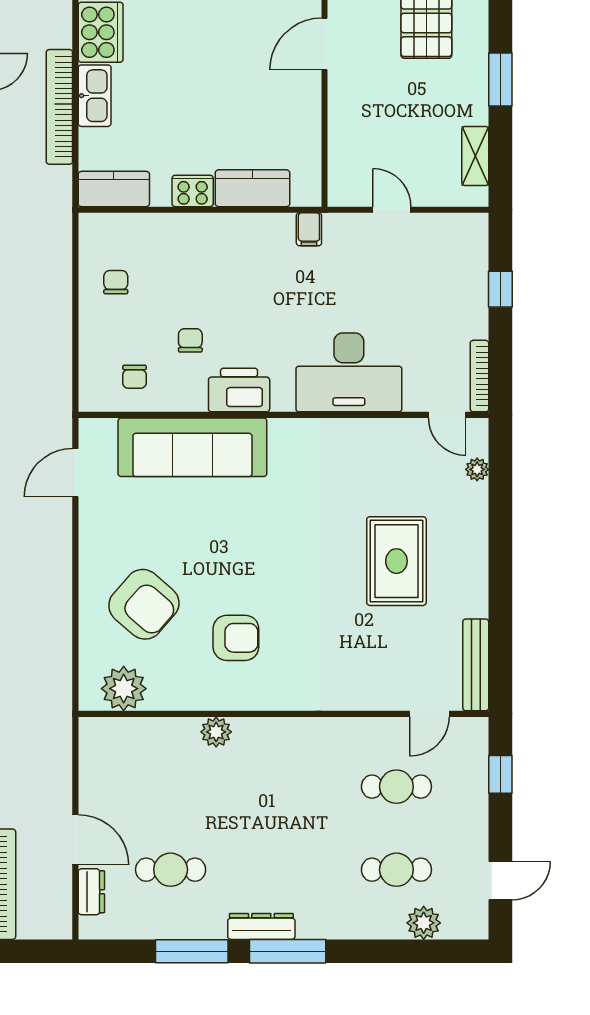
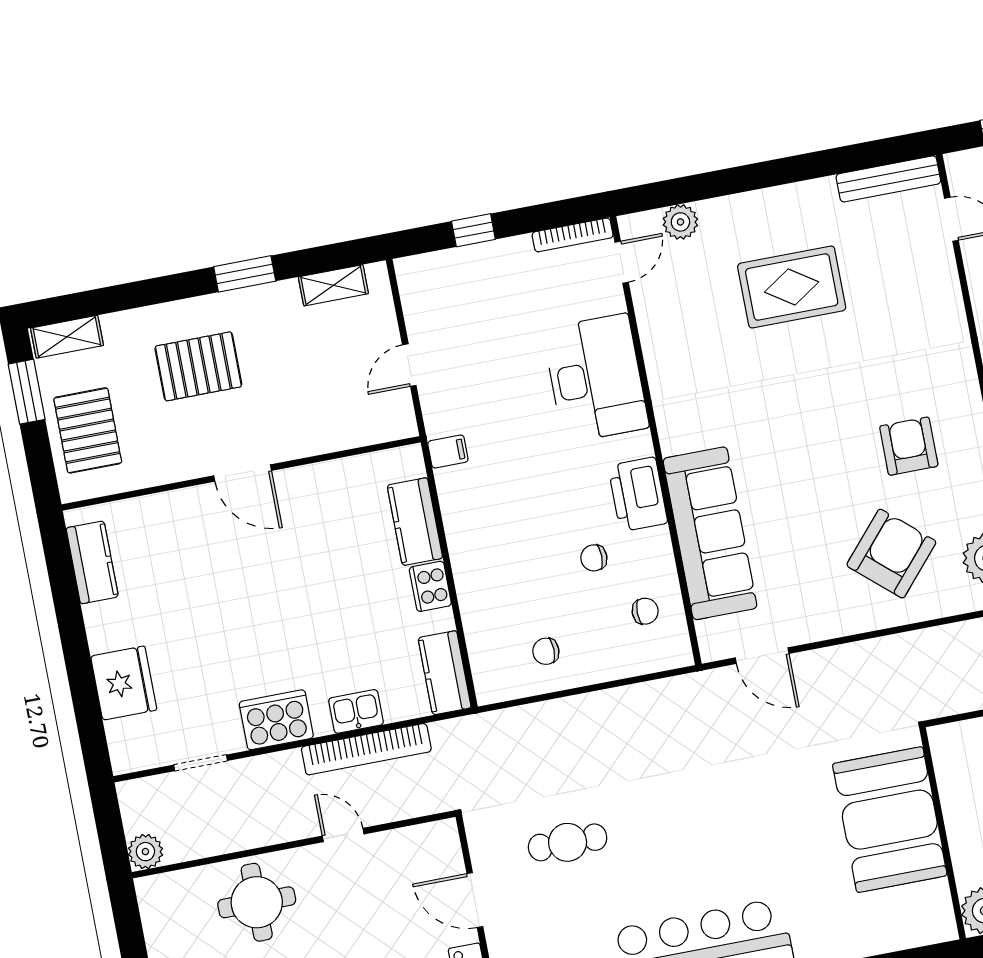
kitchen sink: (95, 96) -> (356, 711), width x0.73
plant: (477, 469) -> (680, 222), width x1.38, depth x1.38

